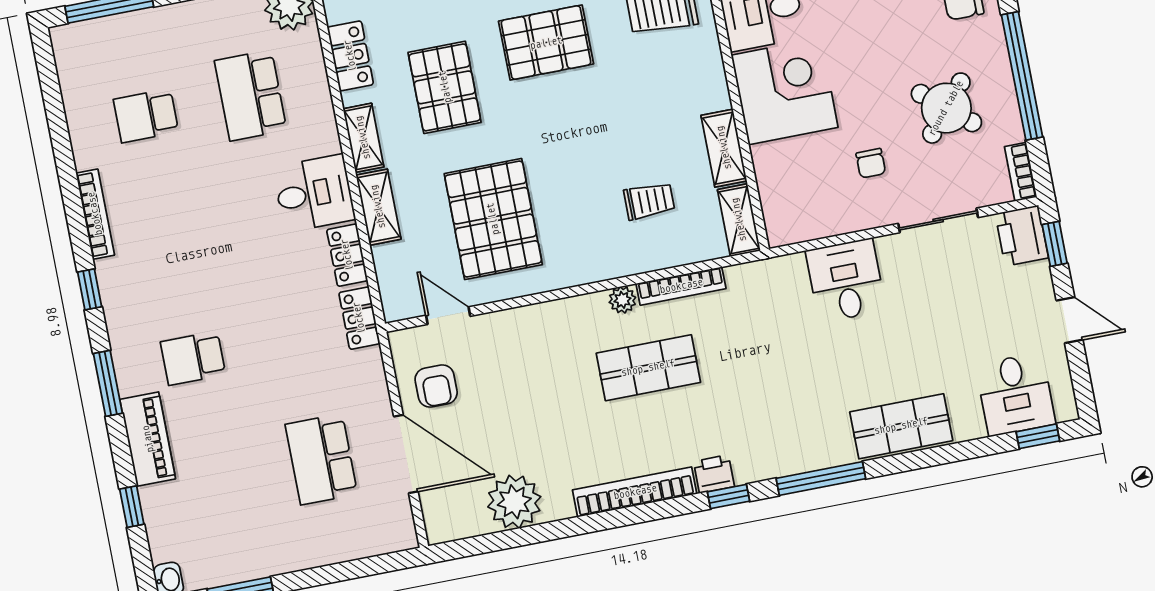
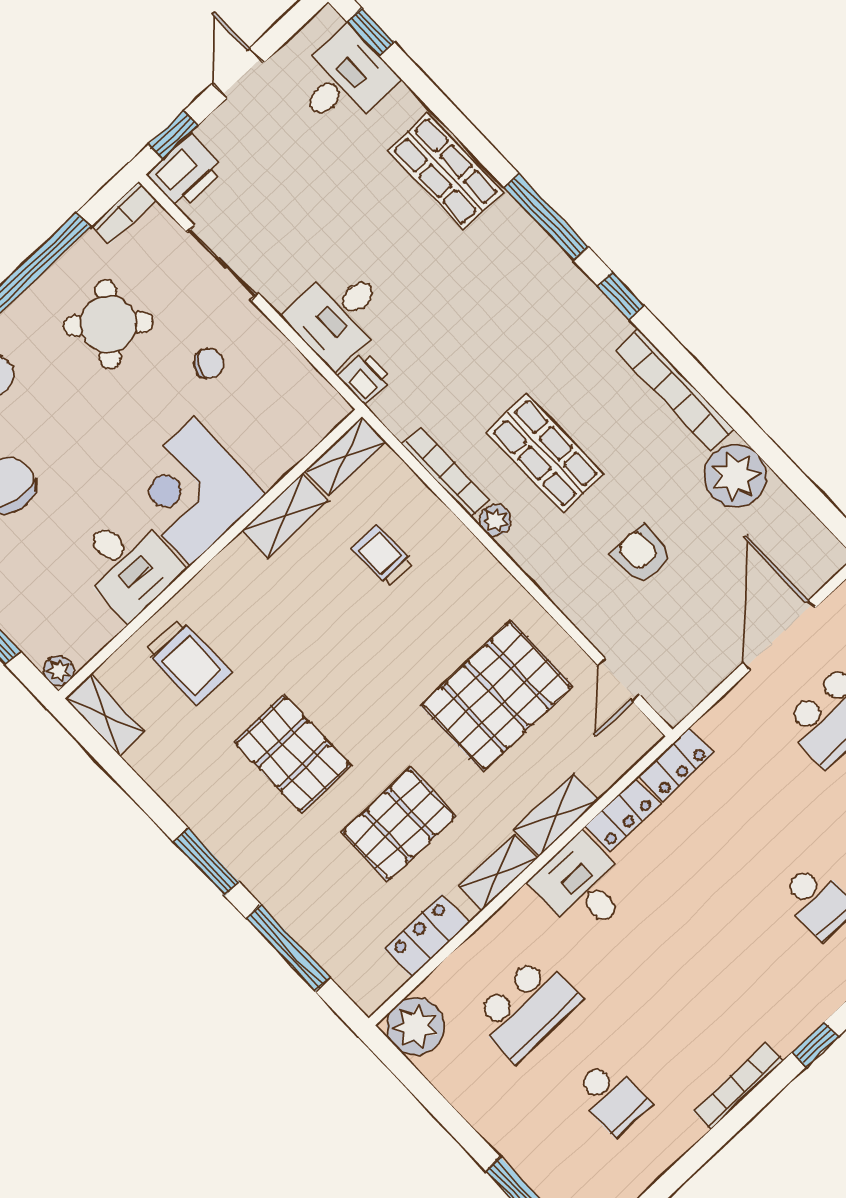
chair: (871, 163) -> (209, 364), turned 32
armchair: (436, 386) -> (642, 555), moved, turned -90
printer: (714, 474) -> (364, 378), moved, turned 180
plant: (514, 502) -> (735, 476), moved

